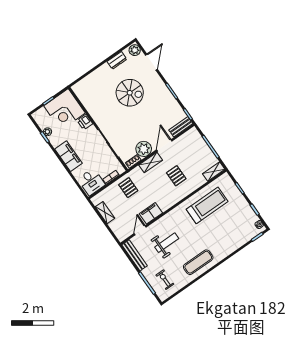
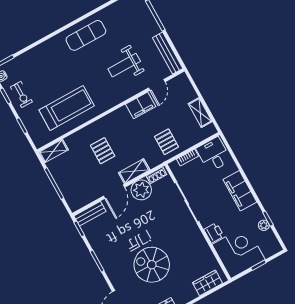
wardrobe: (86, 83) -> (208, 283), added
treadmill: (207, 205) -> (67, 108), turned 180
exercise bike: (165, 280) -> (21, 94), moved

